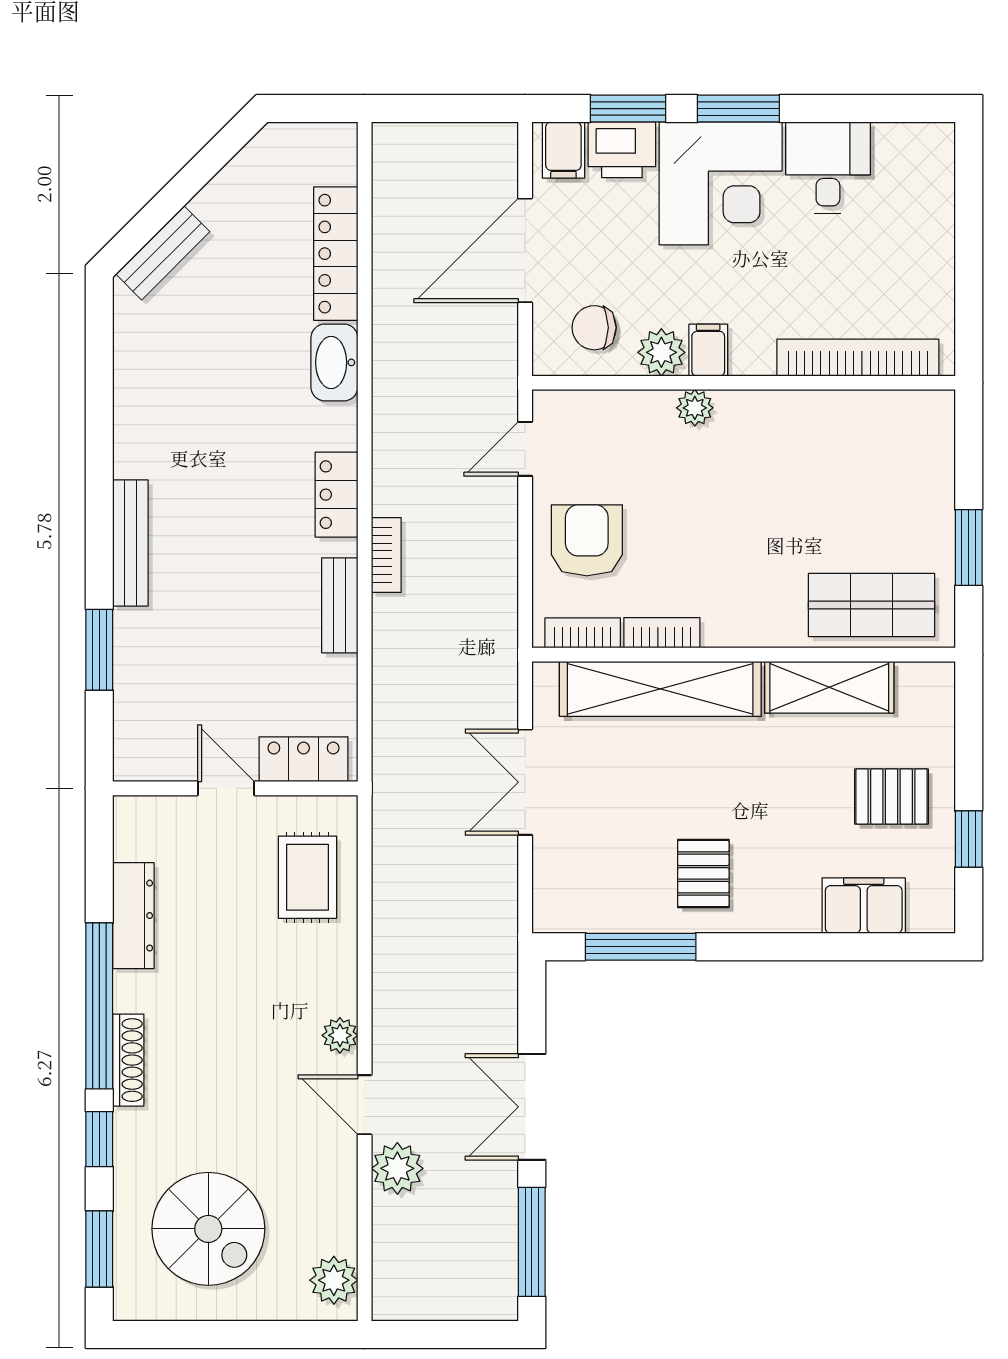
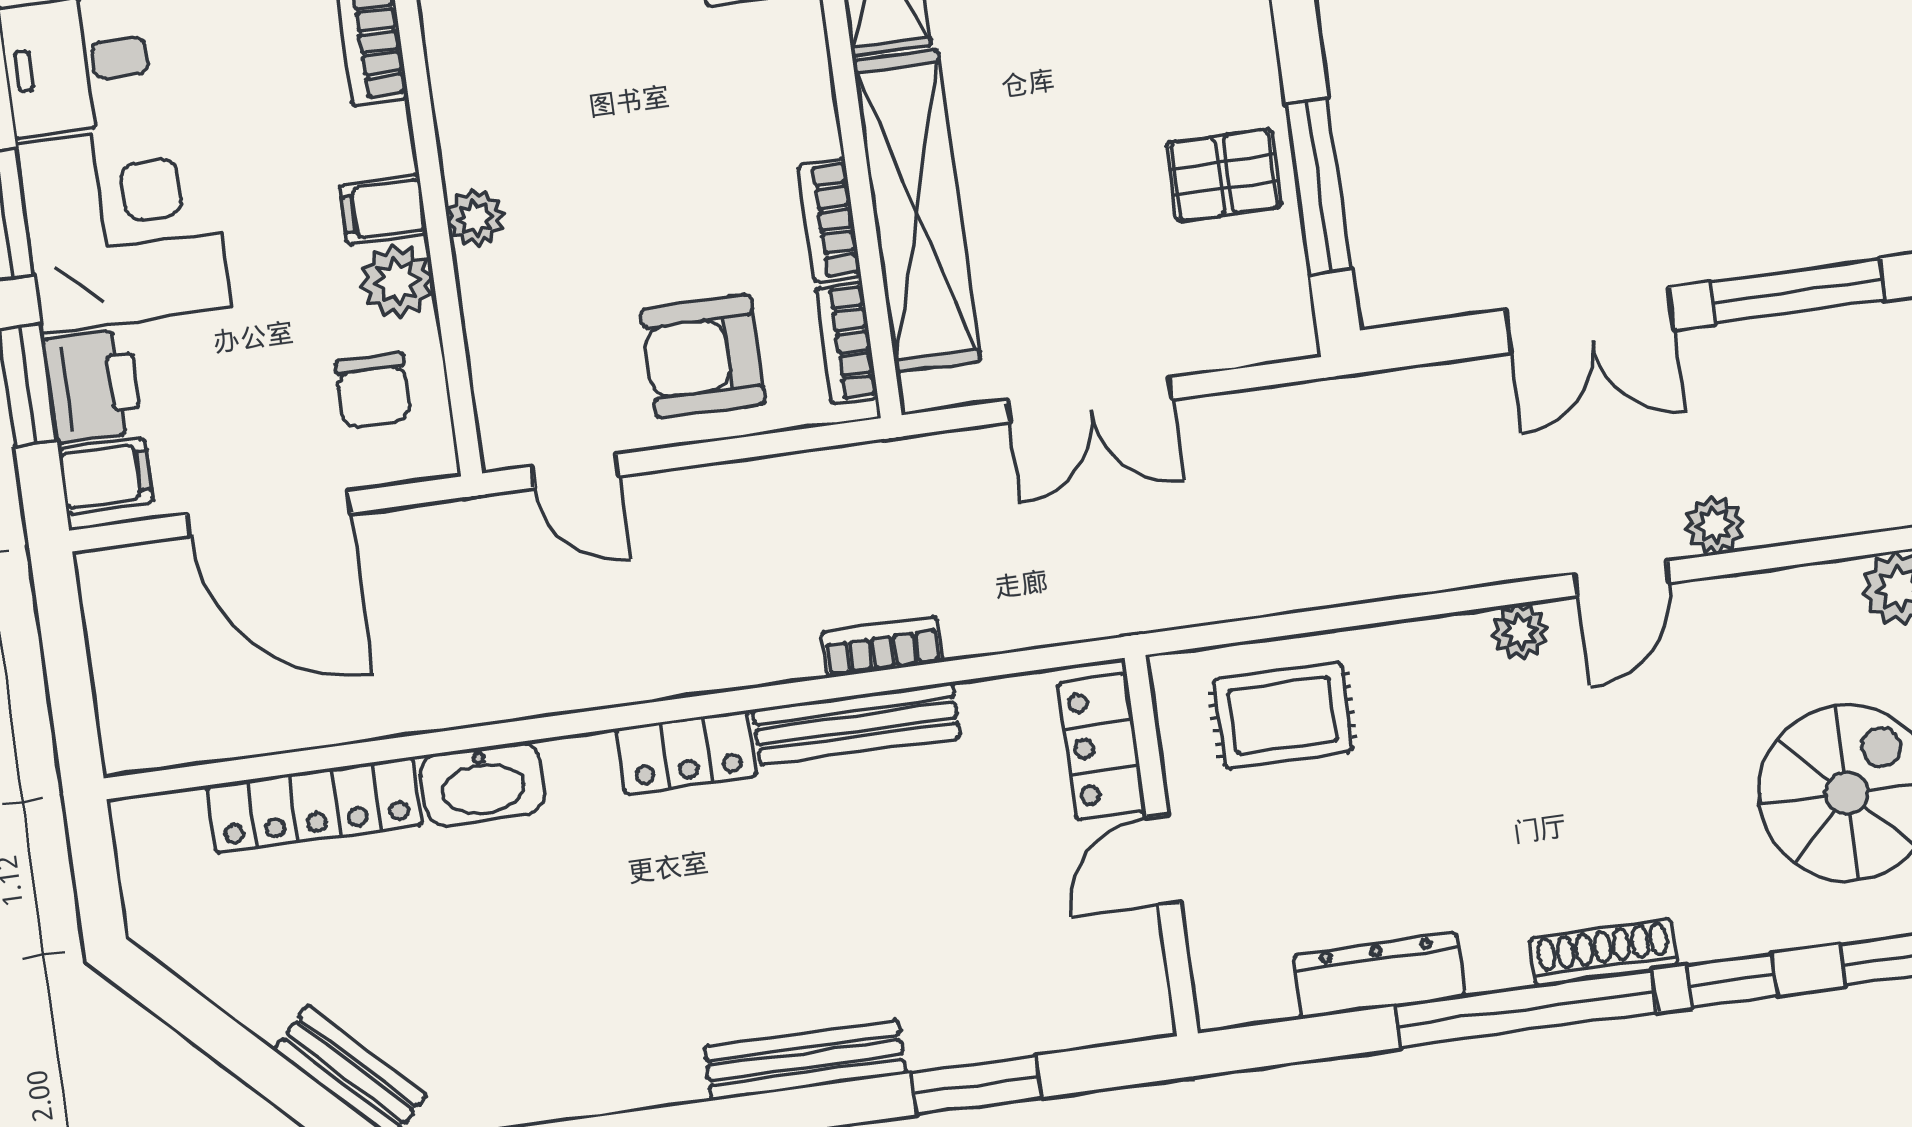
bookcase: (386, 555) -> (882, 647), moved
bench: (340, 605) -> (856, 724), width x1.36
pallet: (703, 873) -> (1224, 175), moved
plant: (397, 1168) -> (1715, 525), width x0.73, depth x0.73

